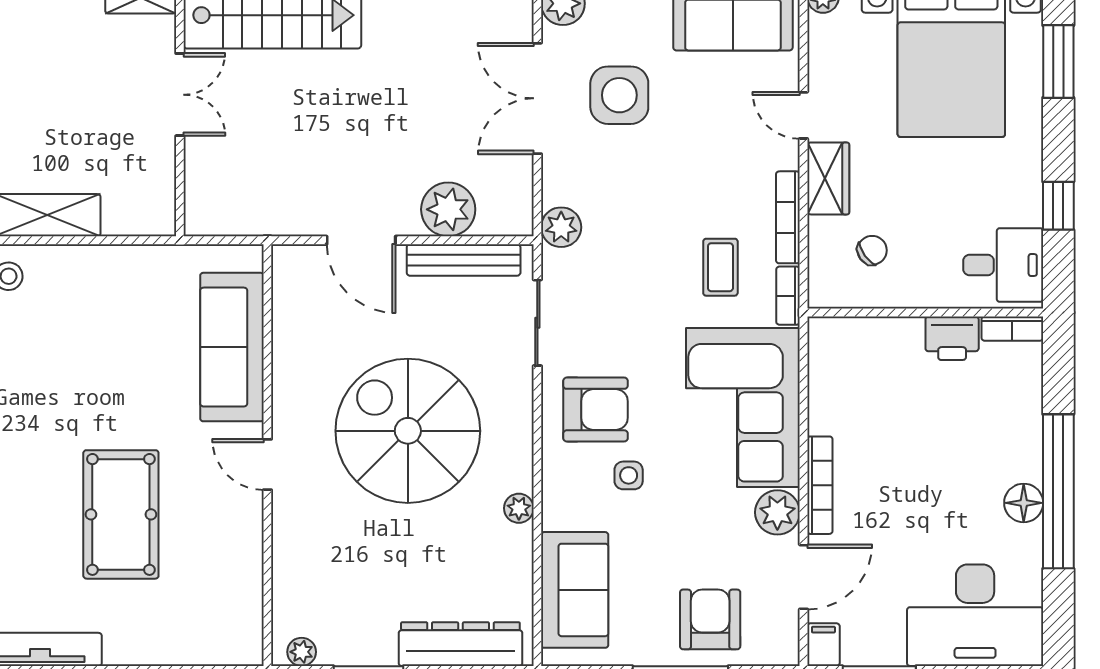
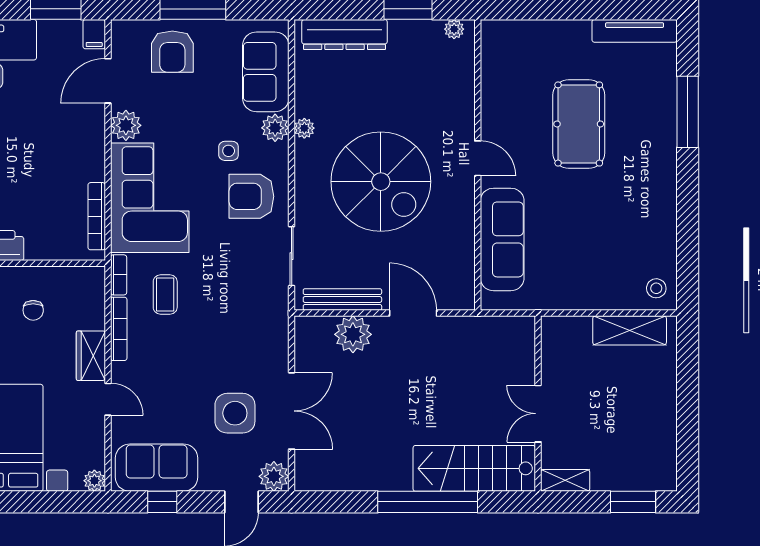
plant: (561, 227) -> (275, 128), moved
chair: (872, 250) -> (33, 310), moved, turned -54
bookcase: (820, 485) -> (97, 216), moved

